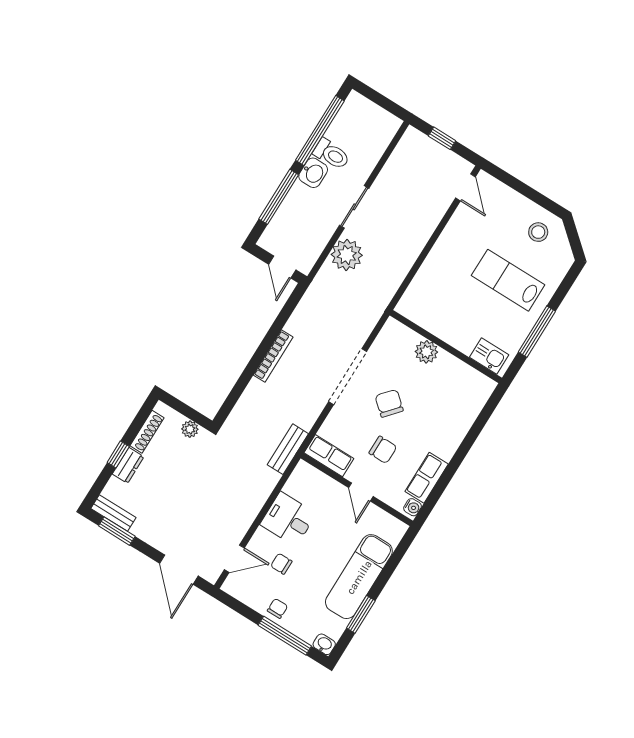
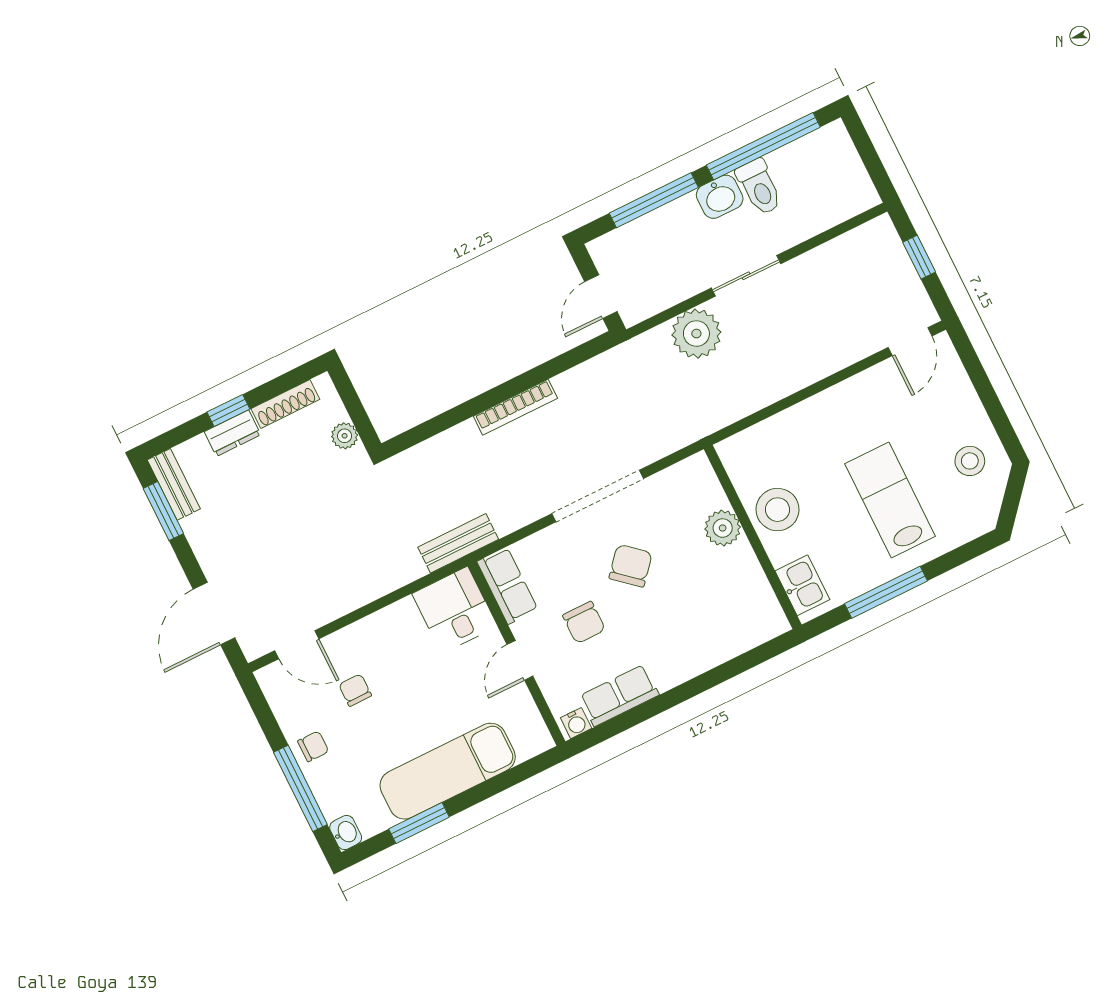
stool: (450, 323) -> (778, 510), added
desk: (288, 519) -> (455, 610), moved

